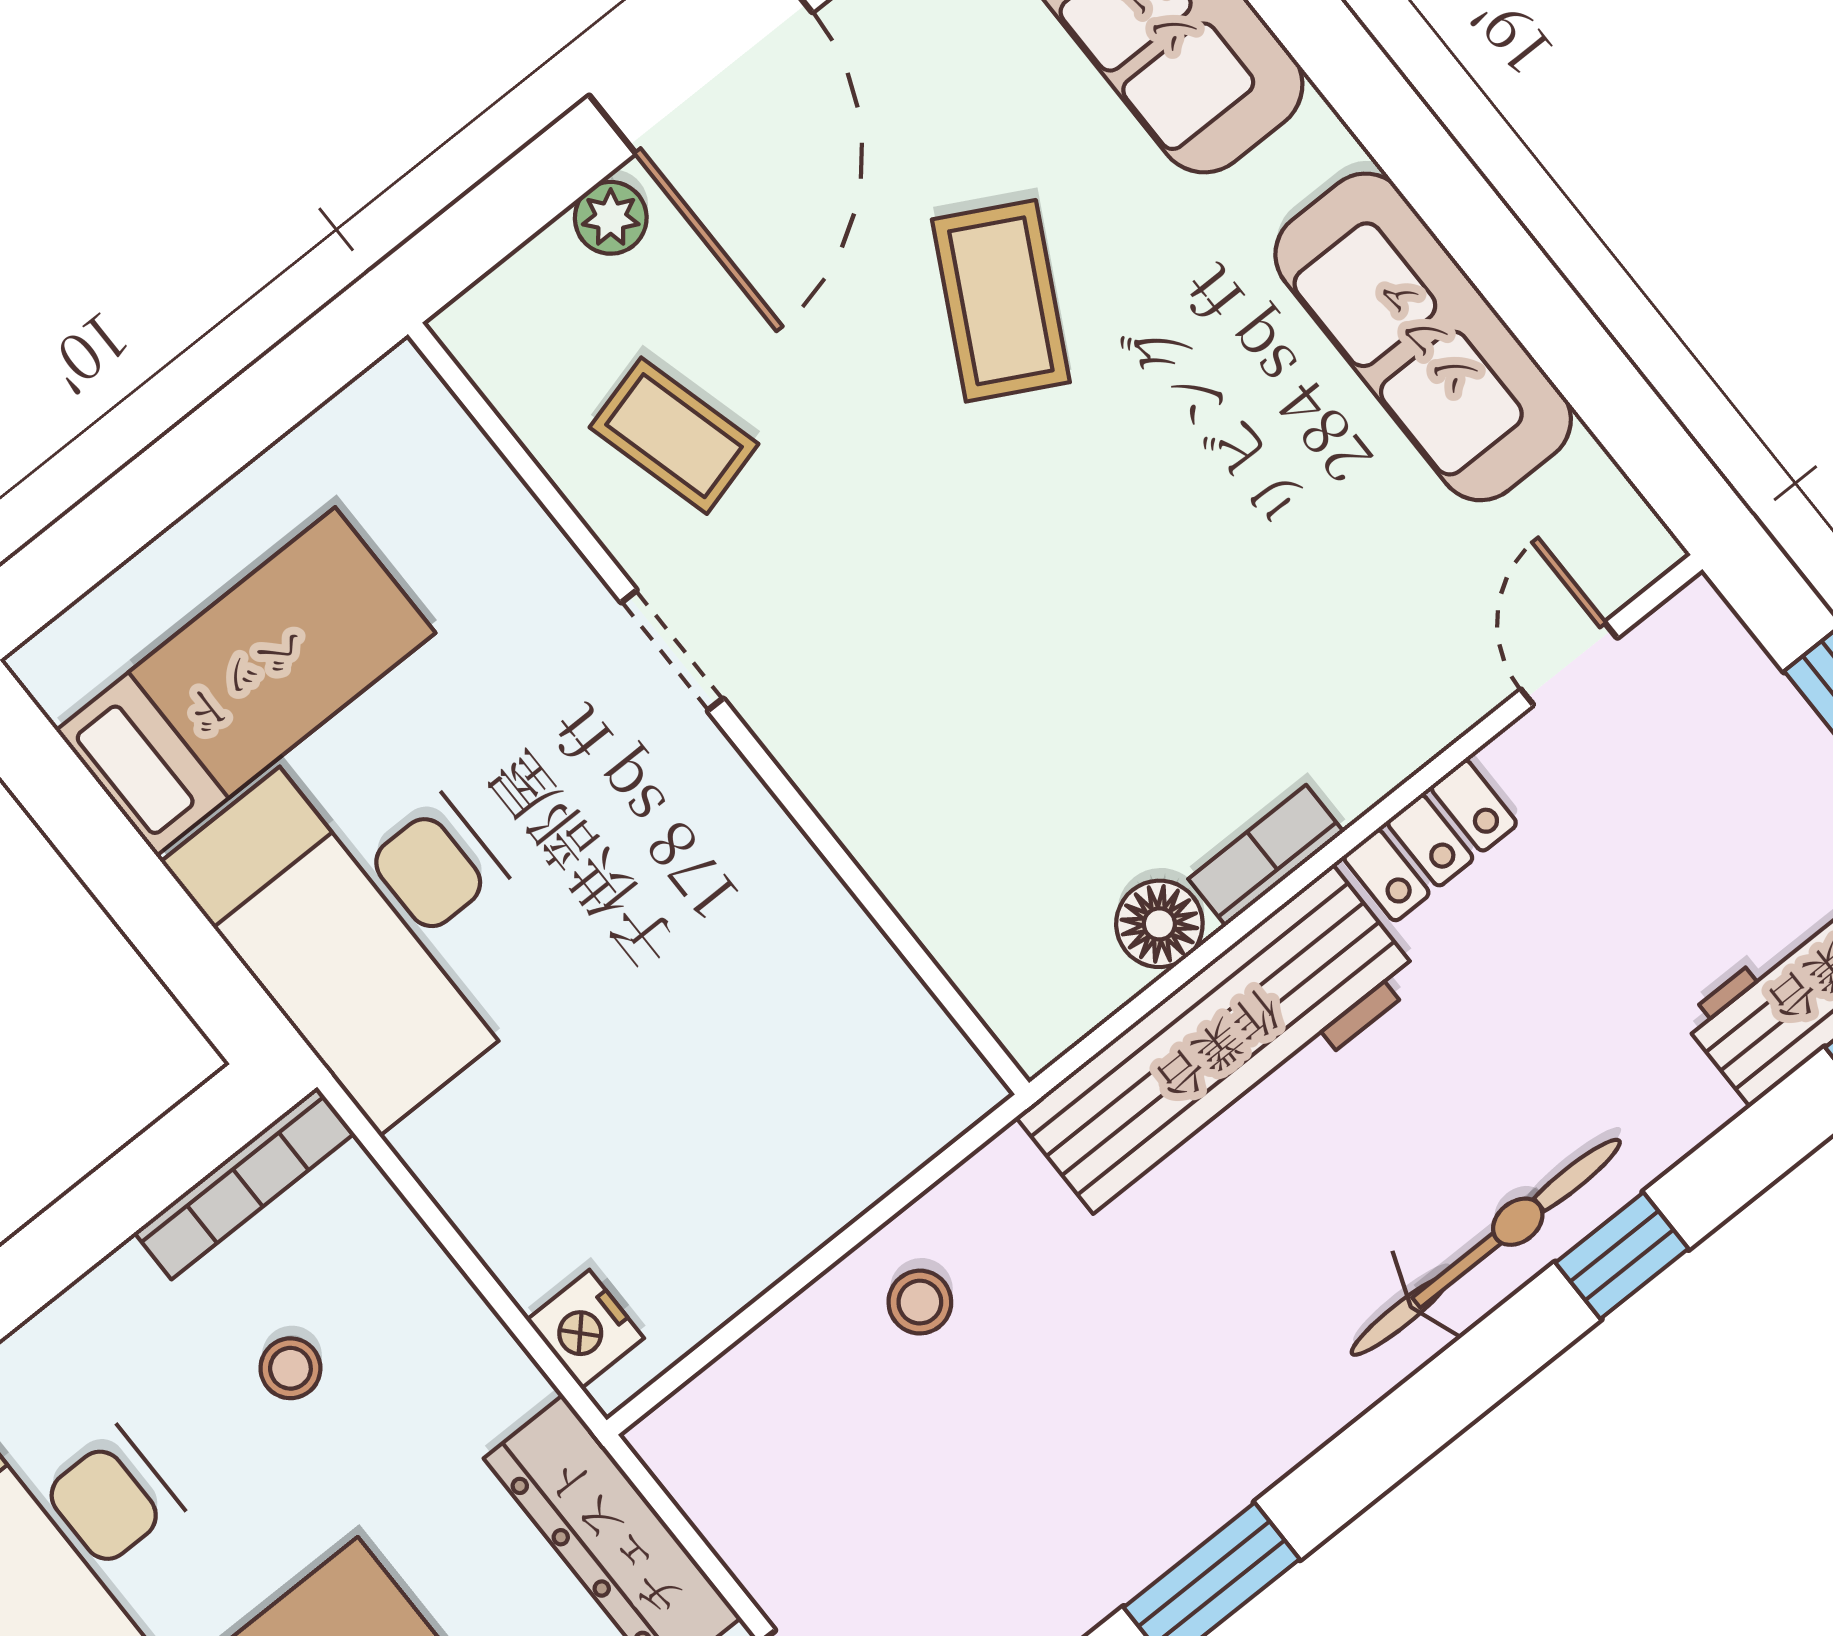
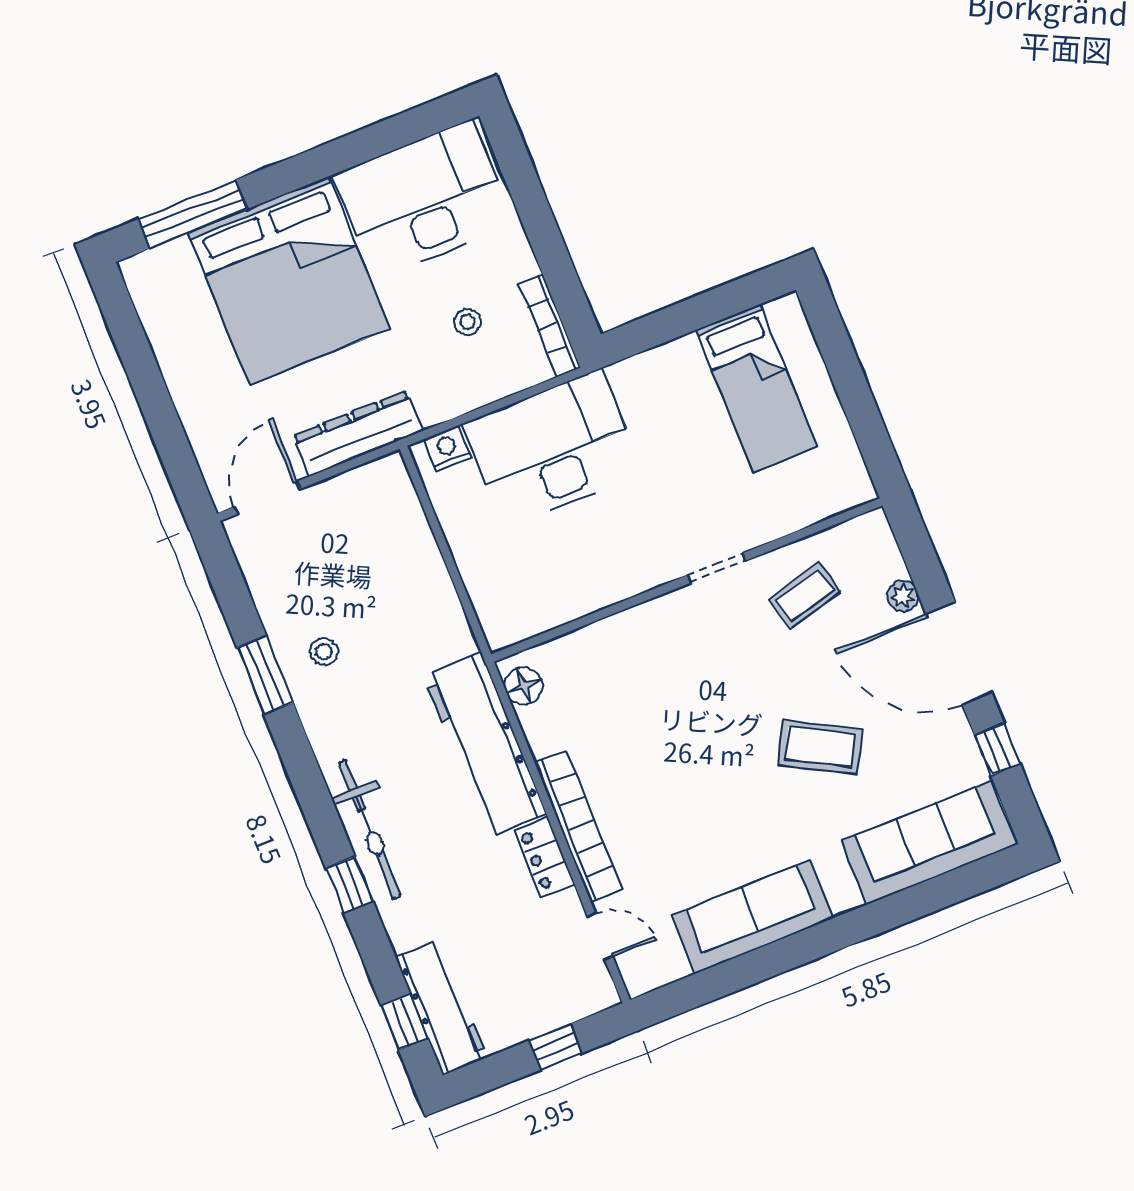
bookcase: (1266, 855) -> (578, 826), width x2.31, depth x1.31
desk: (373, 917) -> (553, 448), moved
floor lamp: (1159, 924) -> (524, 686), moved
stool: (920, 1302) -> (324, 651), moved

